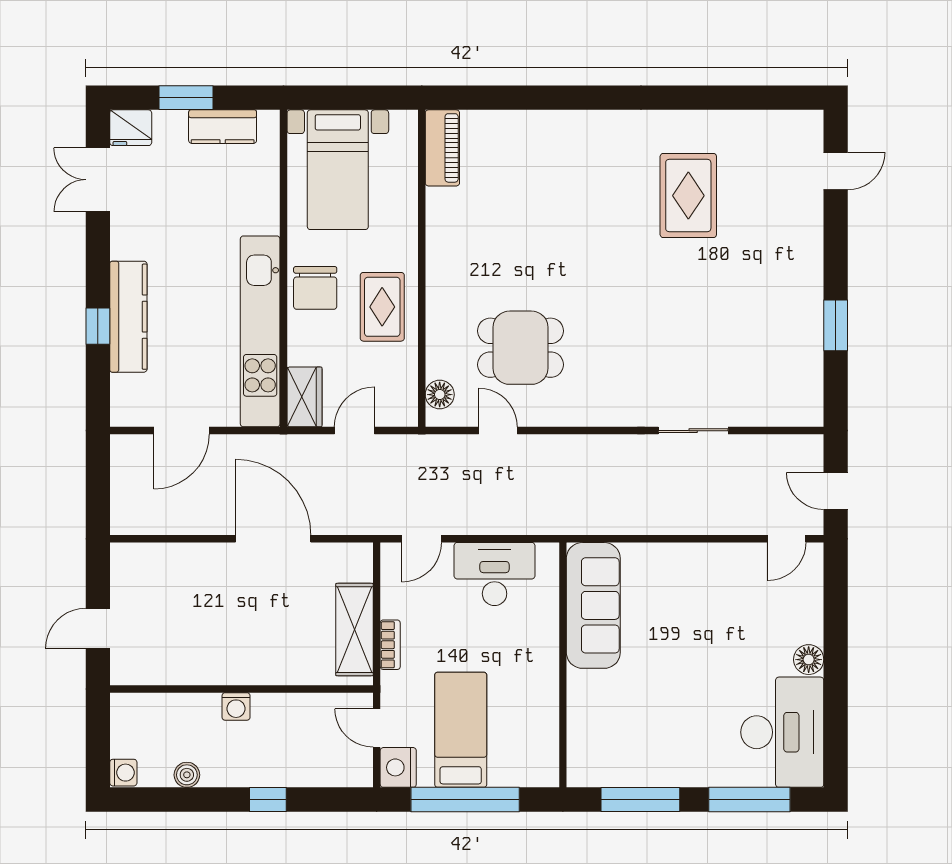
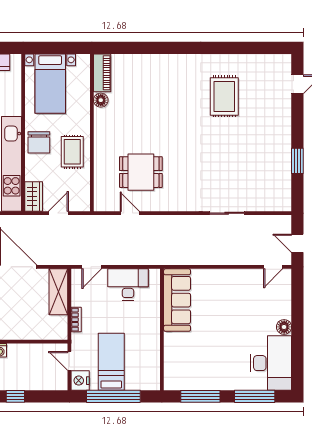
floor lamp: (440, 395) -> (101, 100), moved
shelving: (354, 630) -> (58, 292), moved

